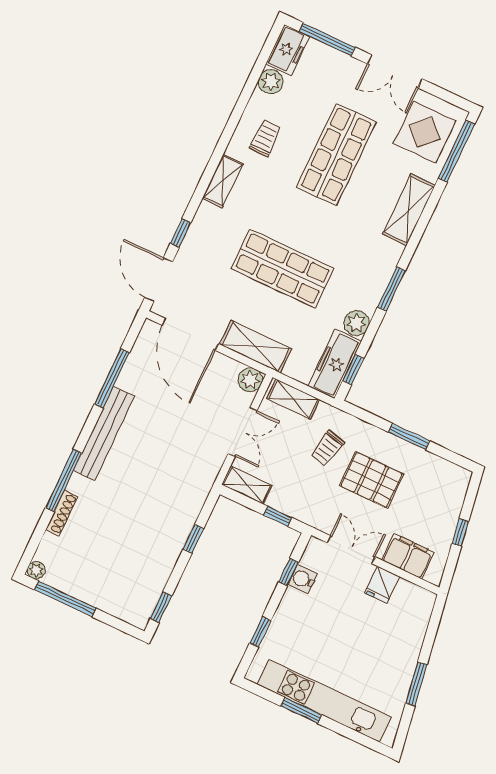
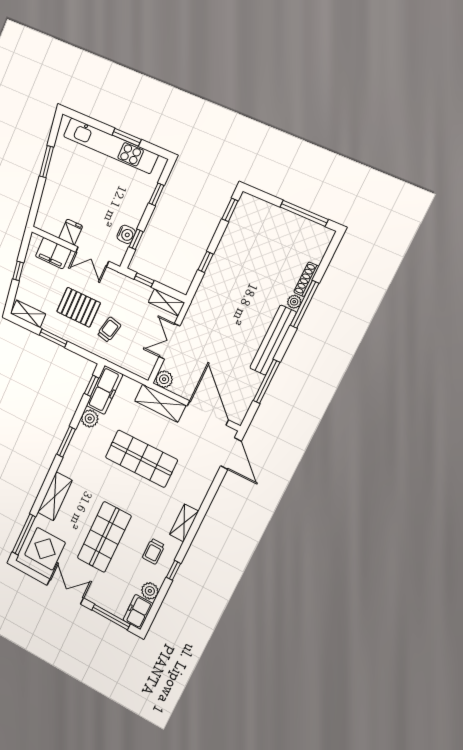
window: (181, 233) -> (174, 570), moved
shelving: (293, 399) -> (28, 314), moved
plant: (36, 570) -> (294, 302), moved

